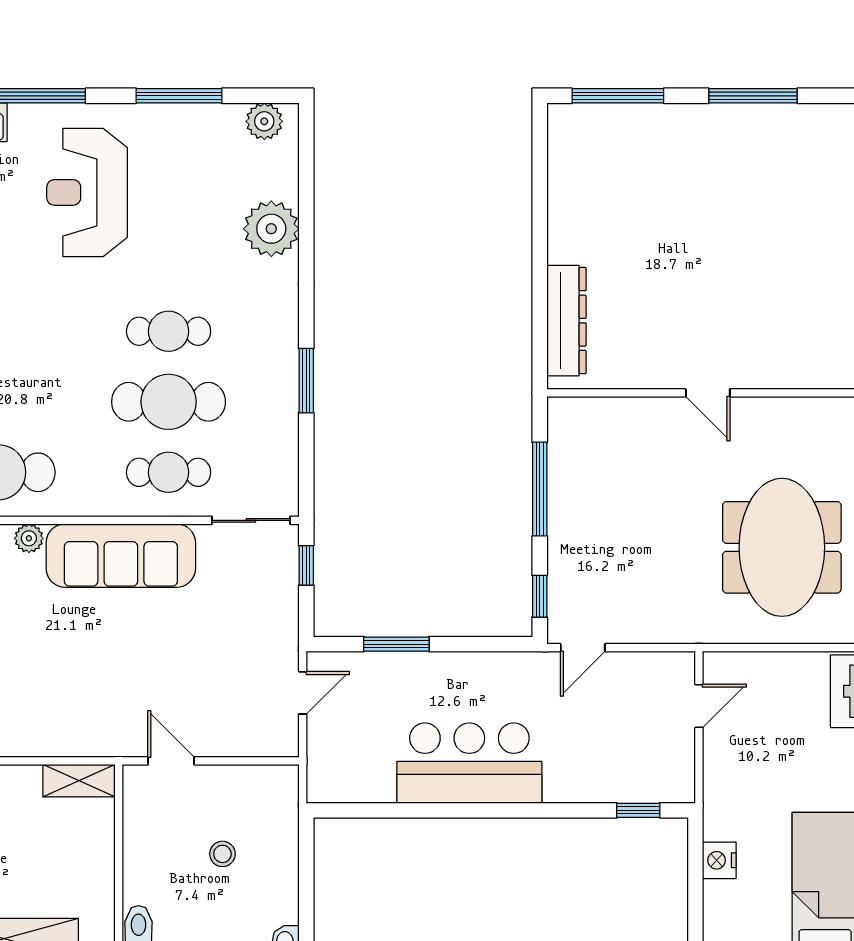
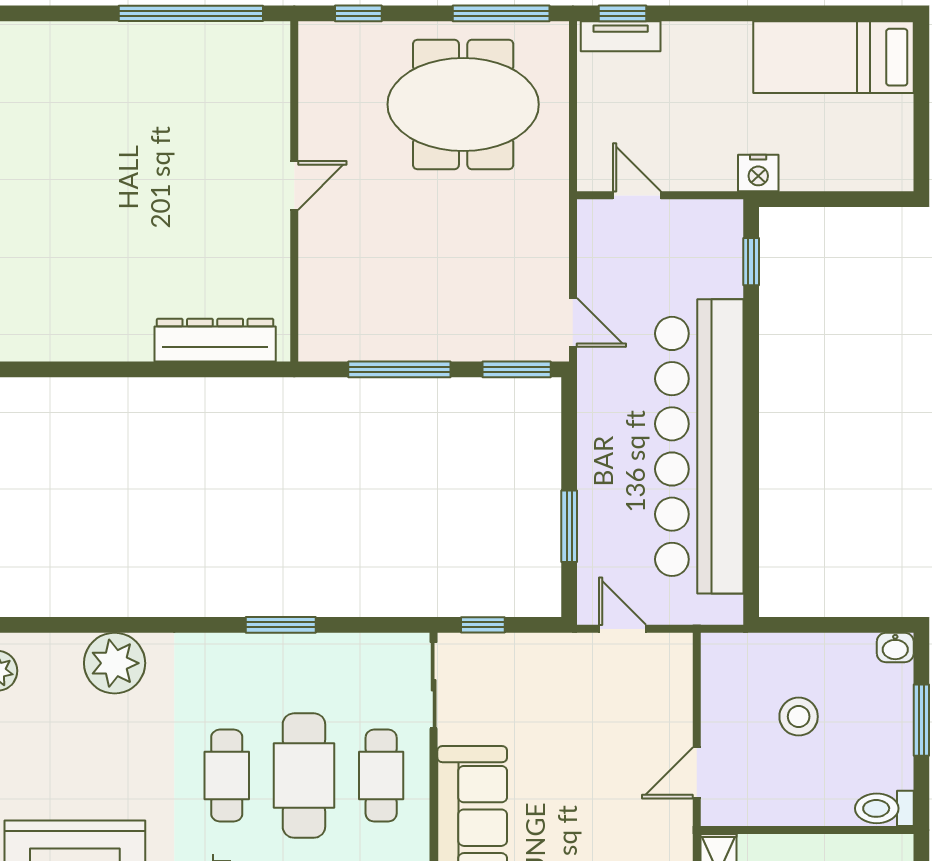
window: (540, 596) -> (517, 369), width x1.50
bar counter: (469, 763) -> (699, 446), width x1.86
stool: (222, 854) -> (799, 717), width x1.37, depth x1.37
nightstand: (719, 860) -> (758, 173), moved

